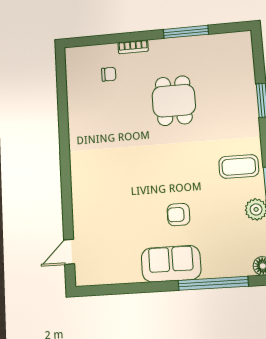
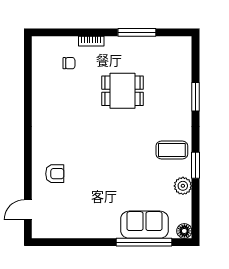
dining table: (174, 101) -> (123, 91), turned 90
armchair: (178, 215) -> (55, 174), moved, turned 180
sofa: (171, 264) -> (144, 225), moved

